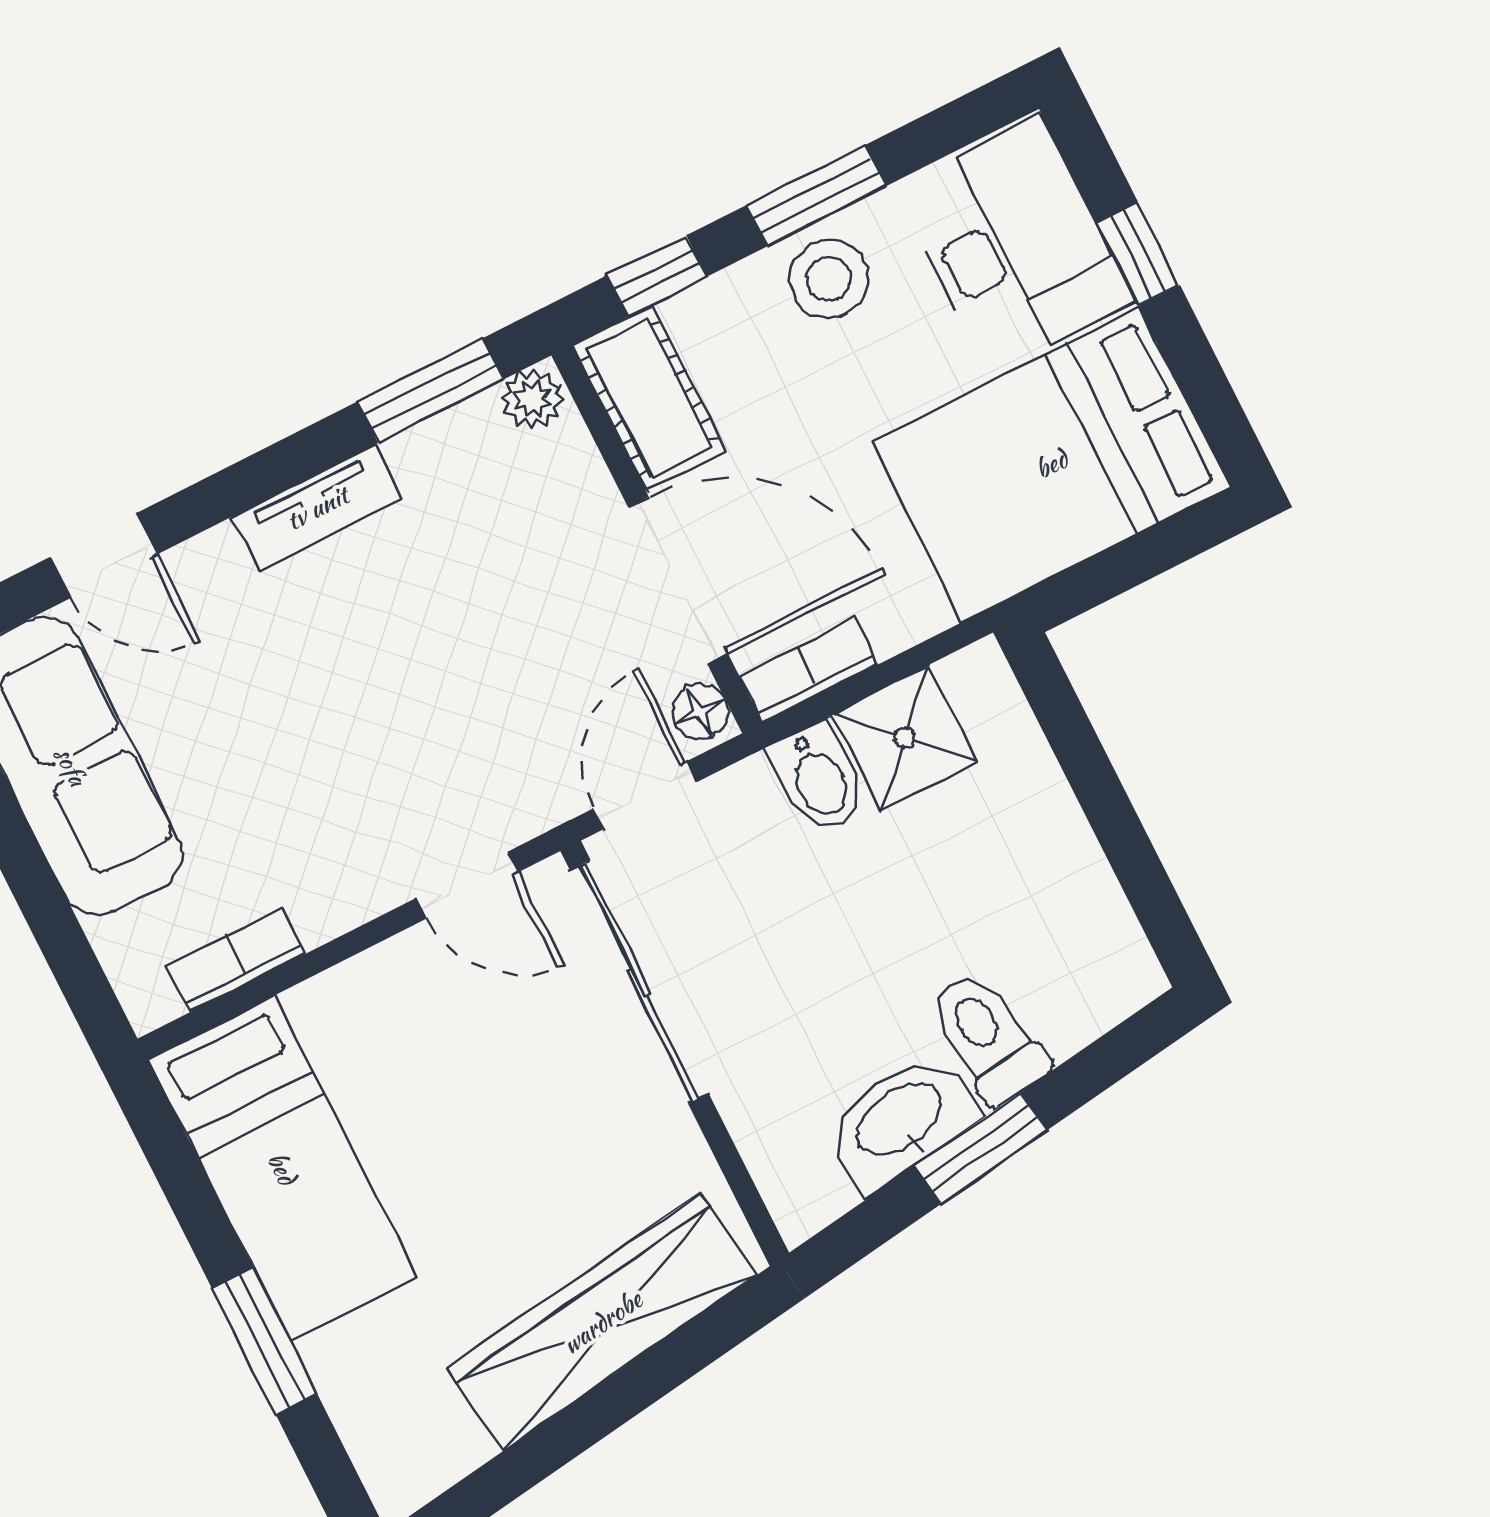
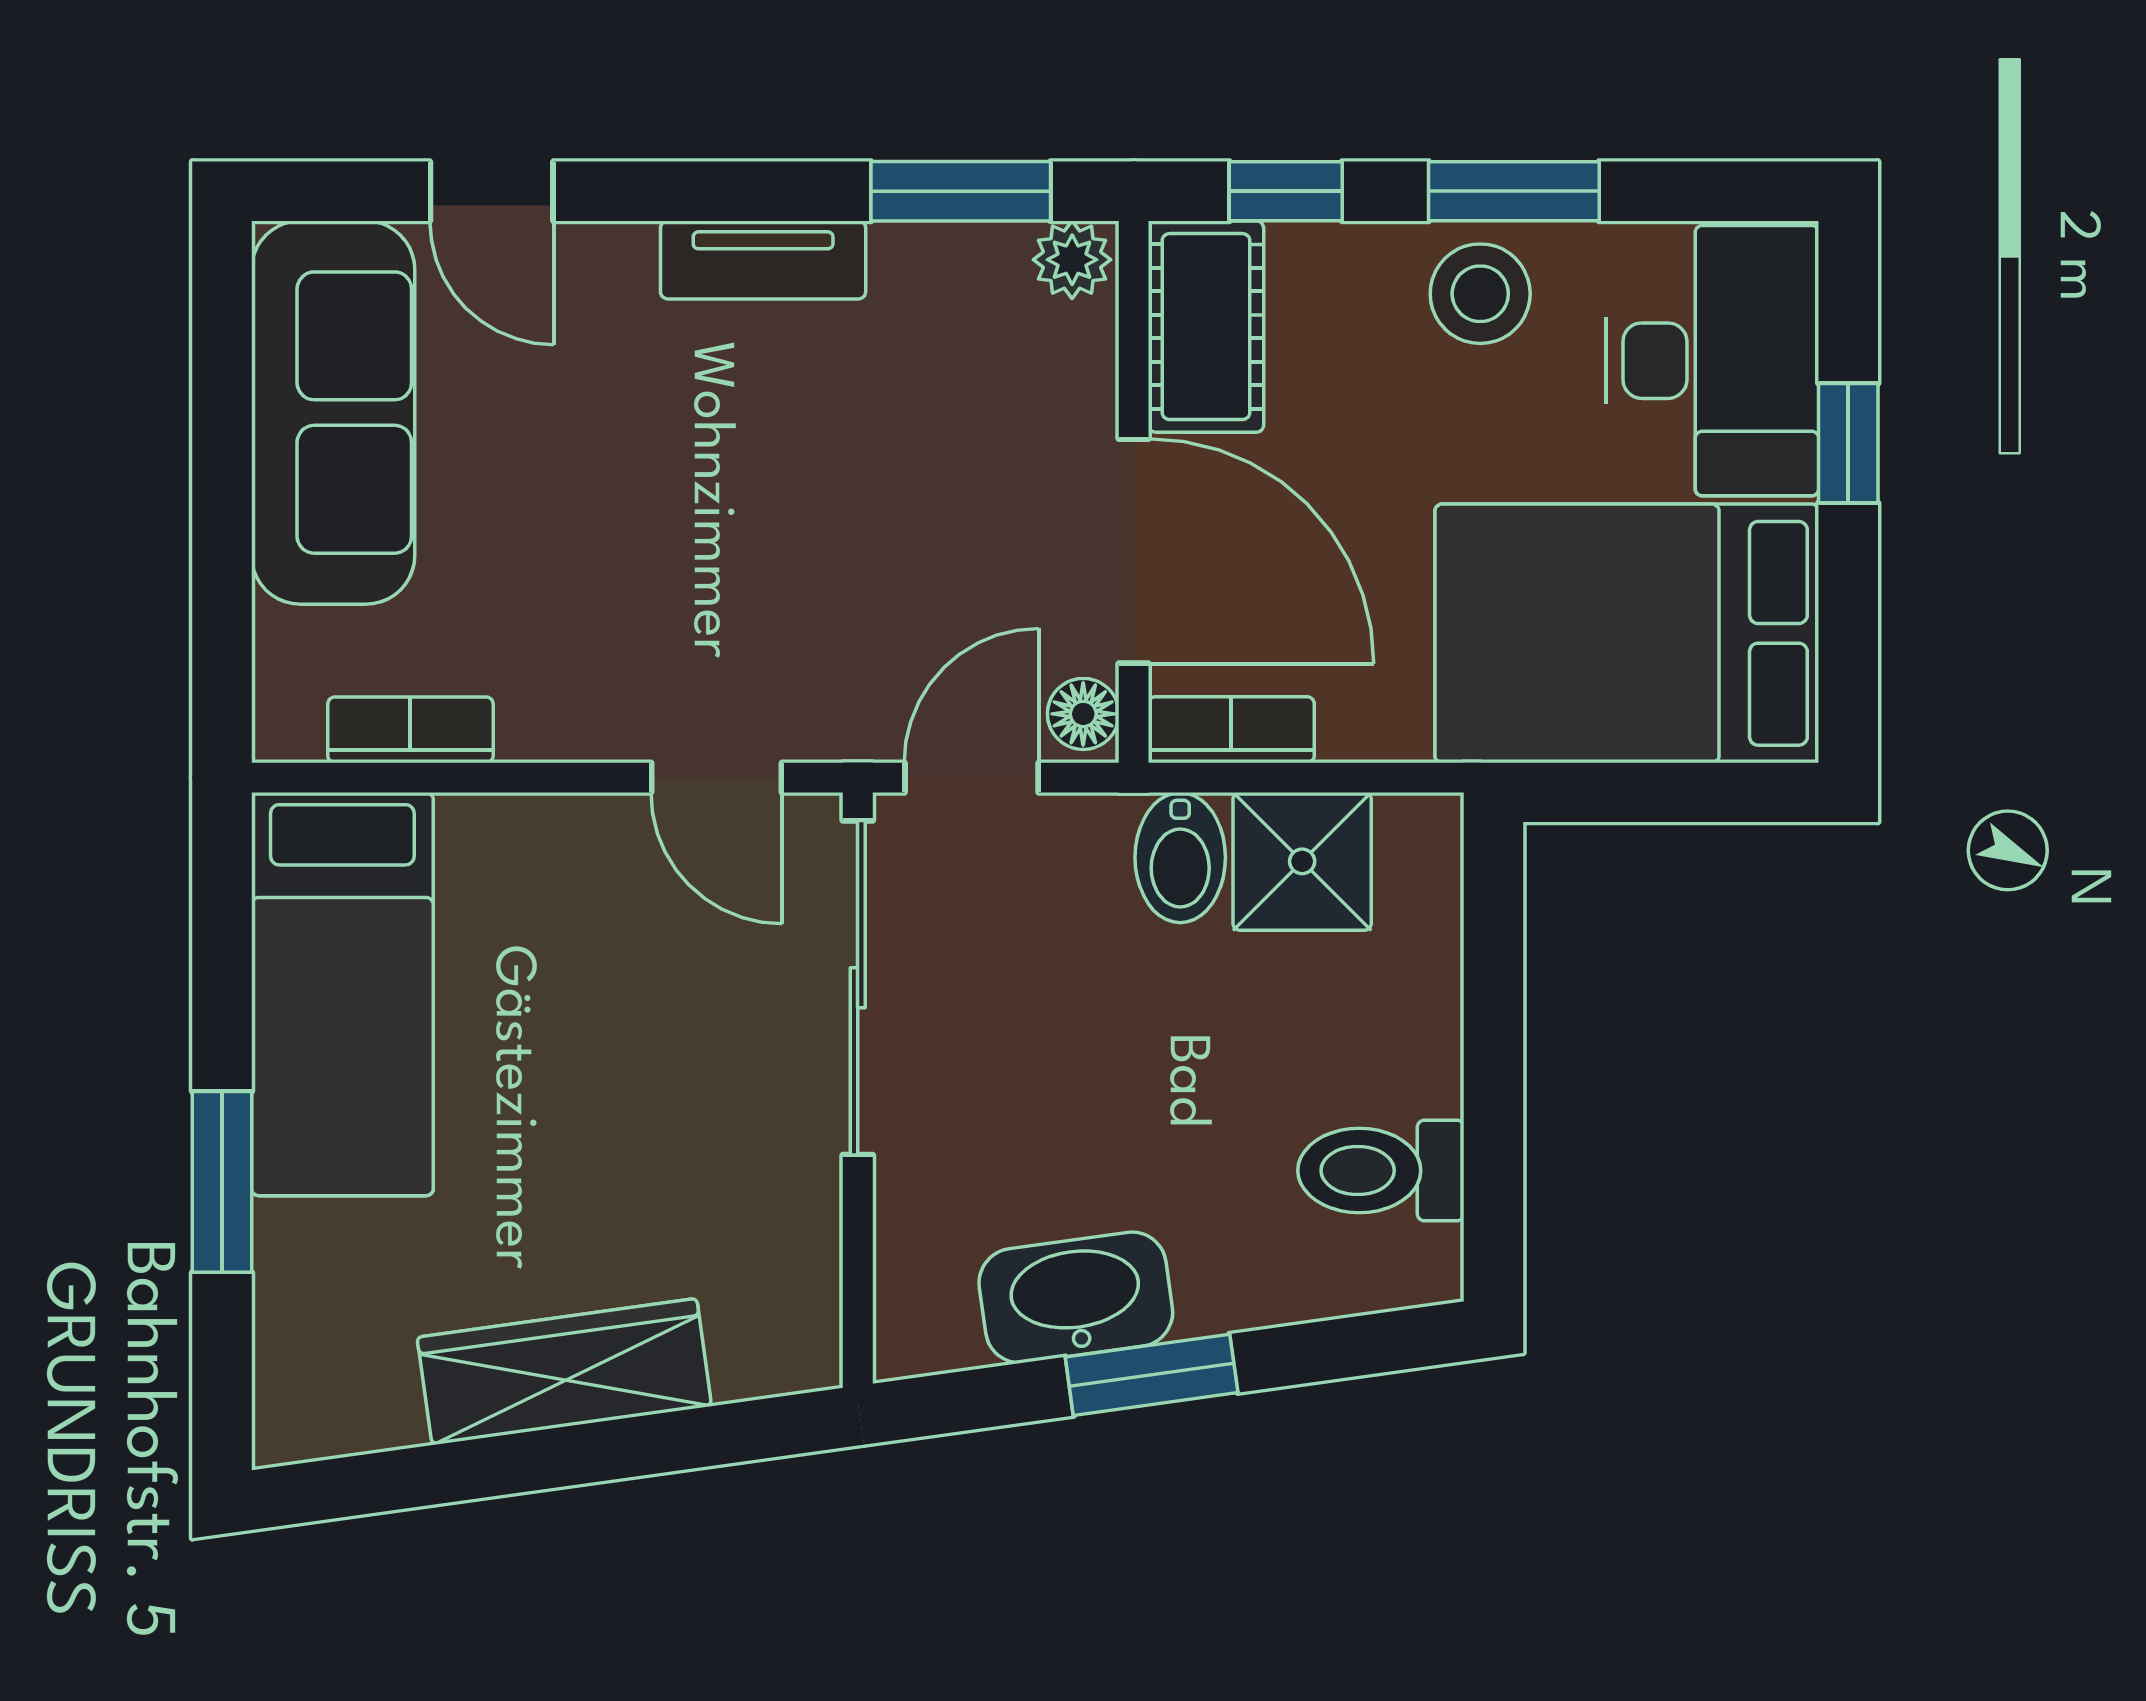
toilet: (987, 1037) -> (1381, 1170), moved, turned -82
wardrobe: (602, 1322) -> (564, 1372), width x0.71, depth x0.85

